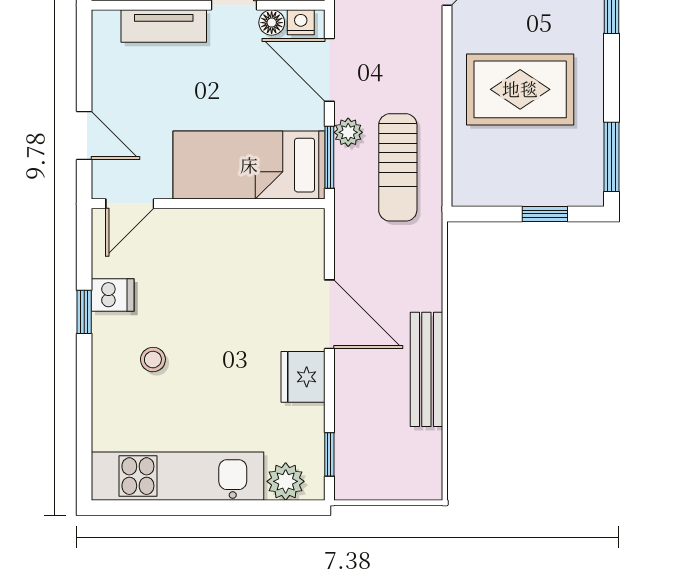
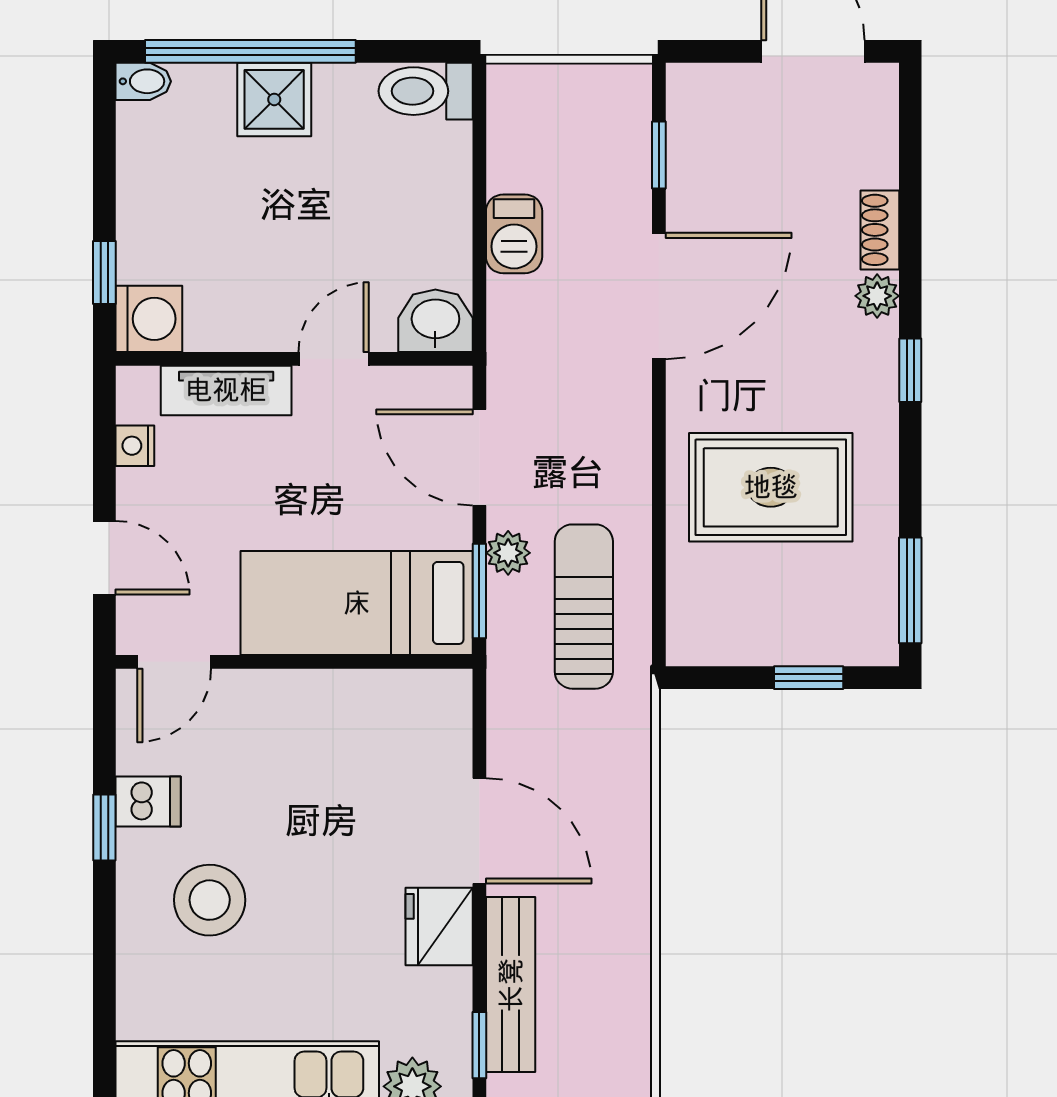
nightstand: (301, 22) -> (135, 446), moved, turned -90
floor lamp: (272, 23) -> (391, 385), removed
sun lounger: (398, 167) -> (584, 607), turned 180
stool: (153, 360) -> (210, 900), width x1.89, depth x1.89
bench: (426, 369) -> (511, 985), moved

